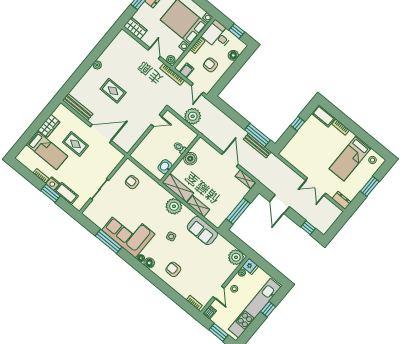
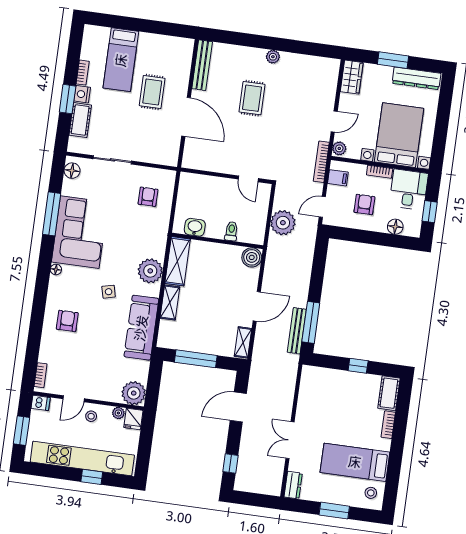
wardrobe: (49, 126) -> (154, 43), removed
boiler: (190, 159) -> (252, 257), moved
sofa: (202, 231) -> (141, 328), width x1.36
floor lamp: (149, 263) -> (72, 171), moved

